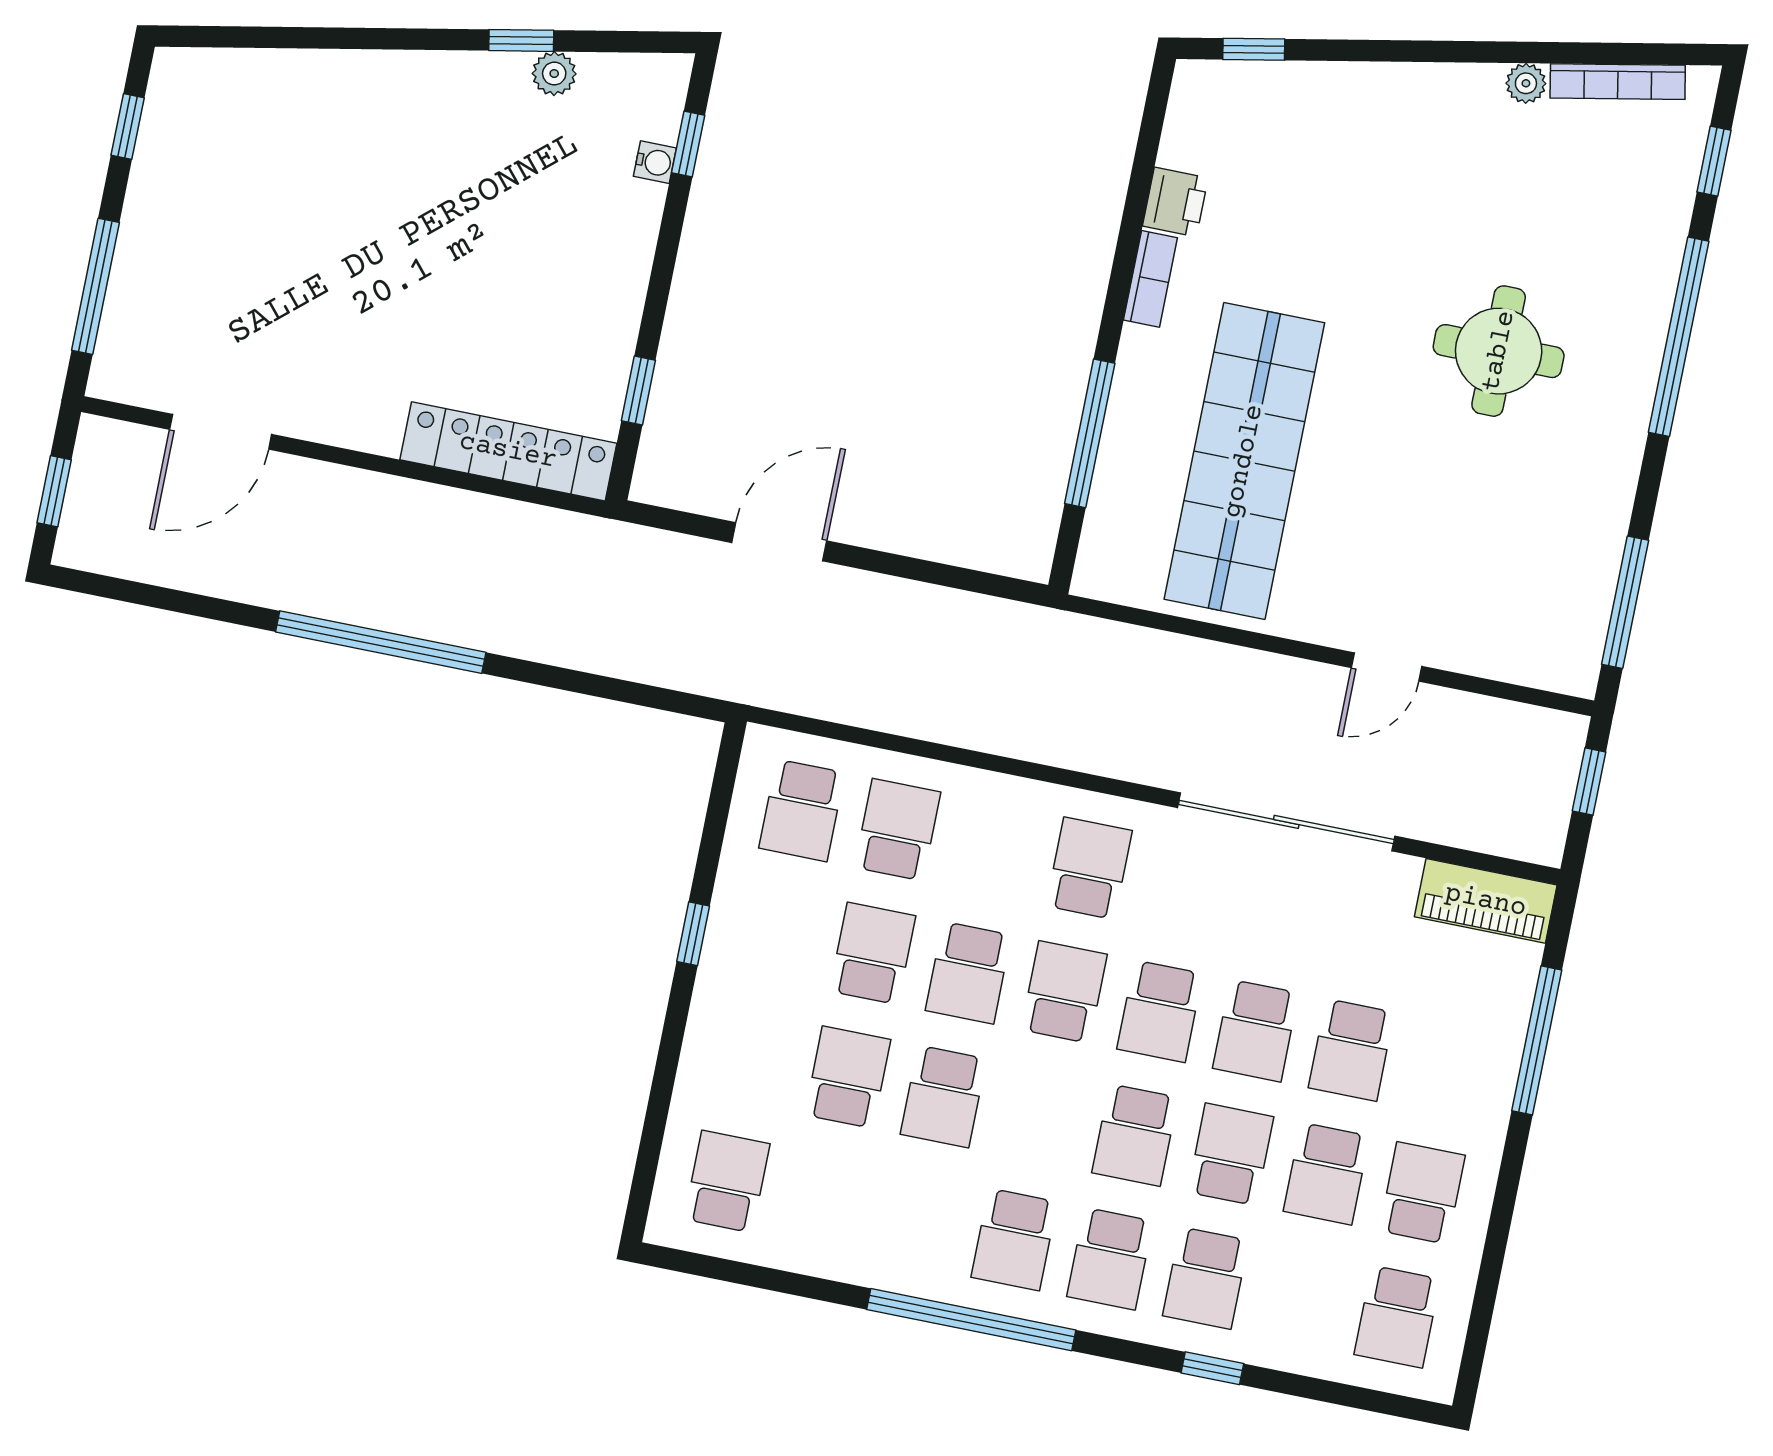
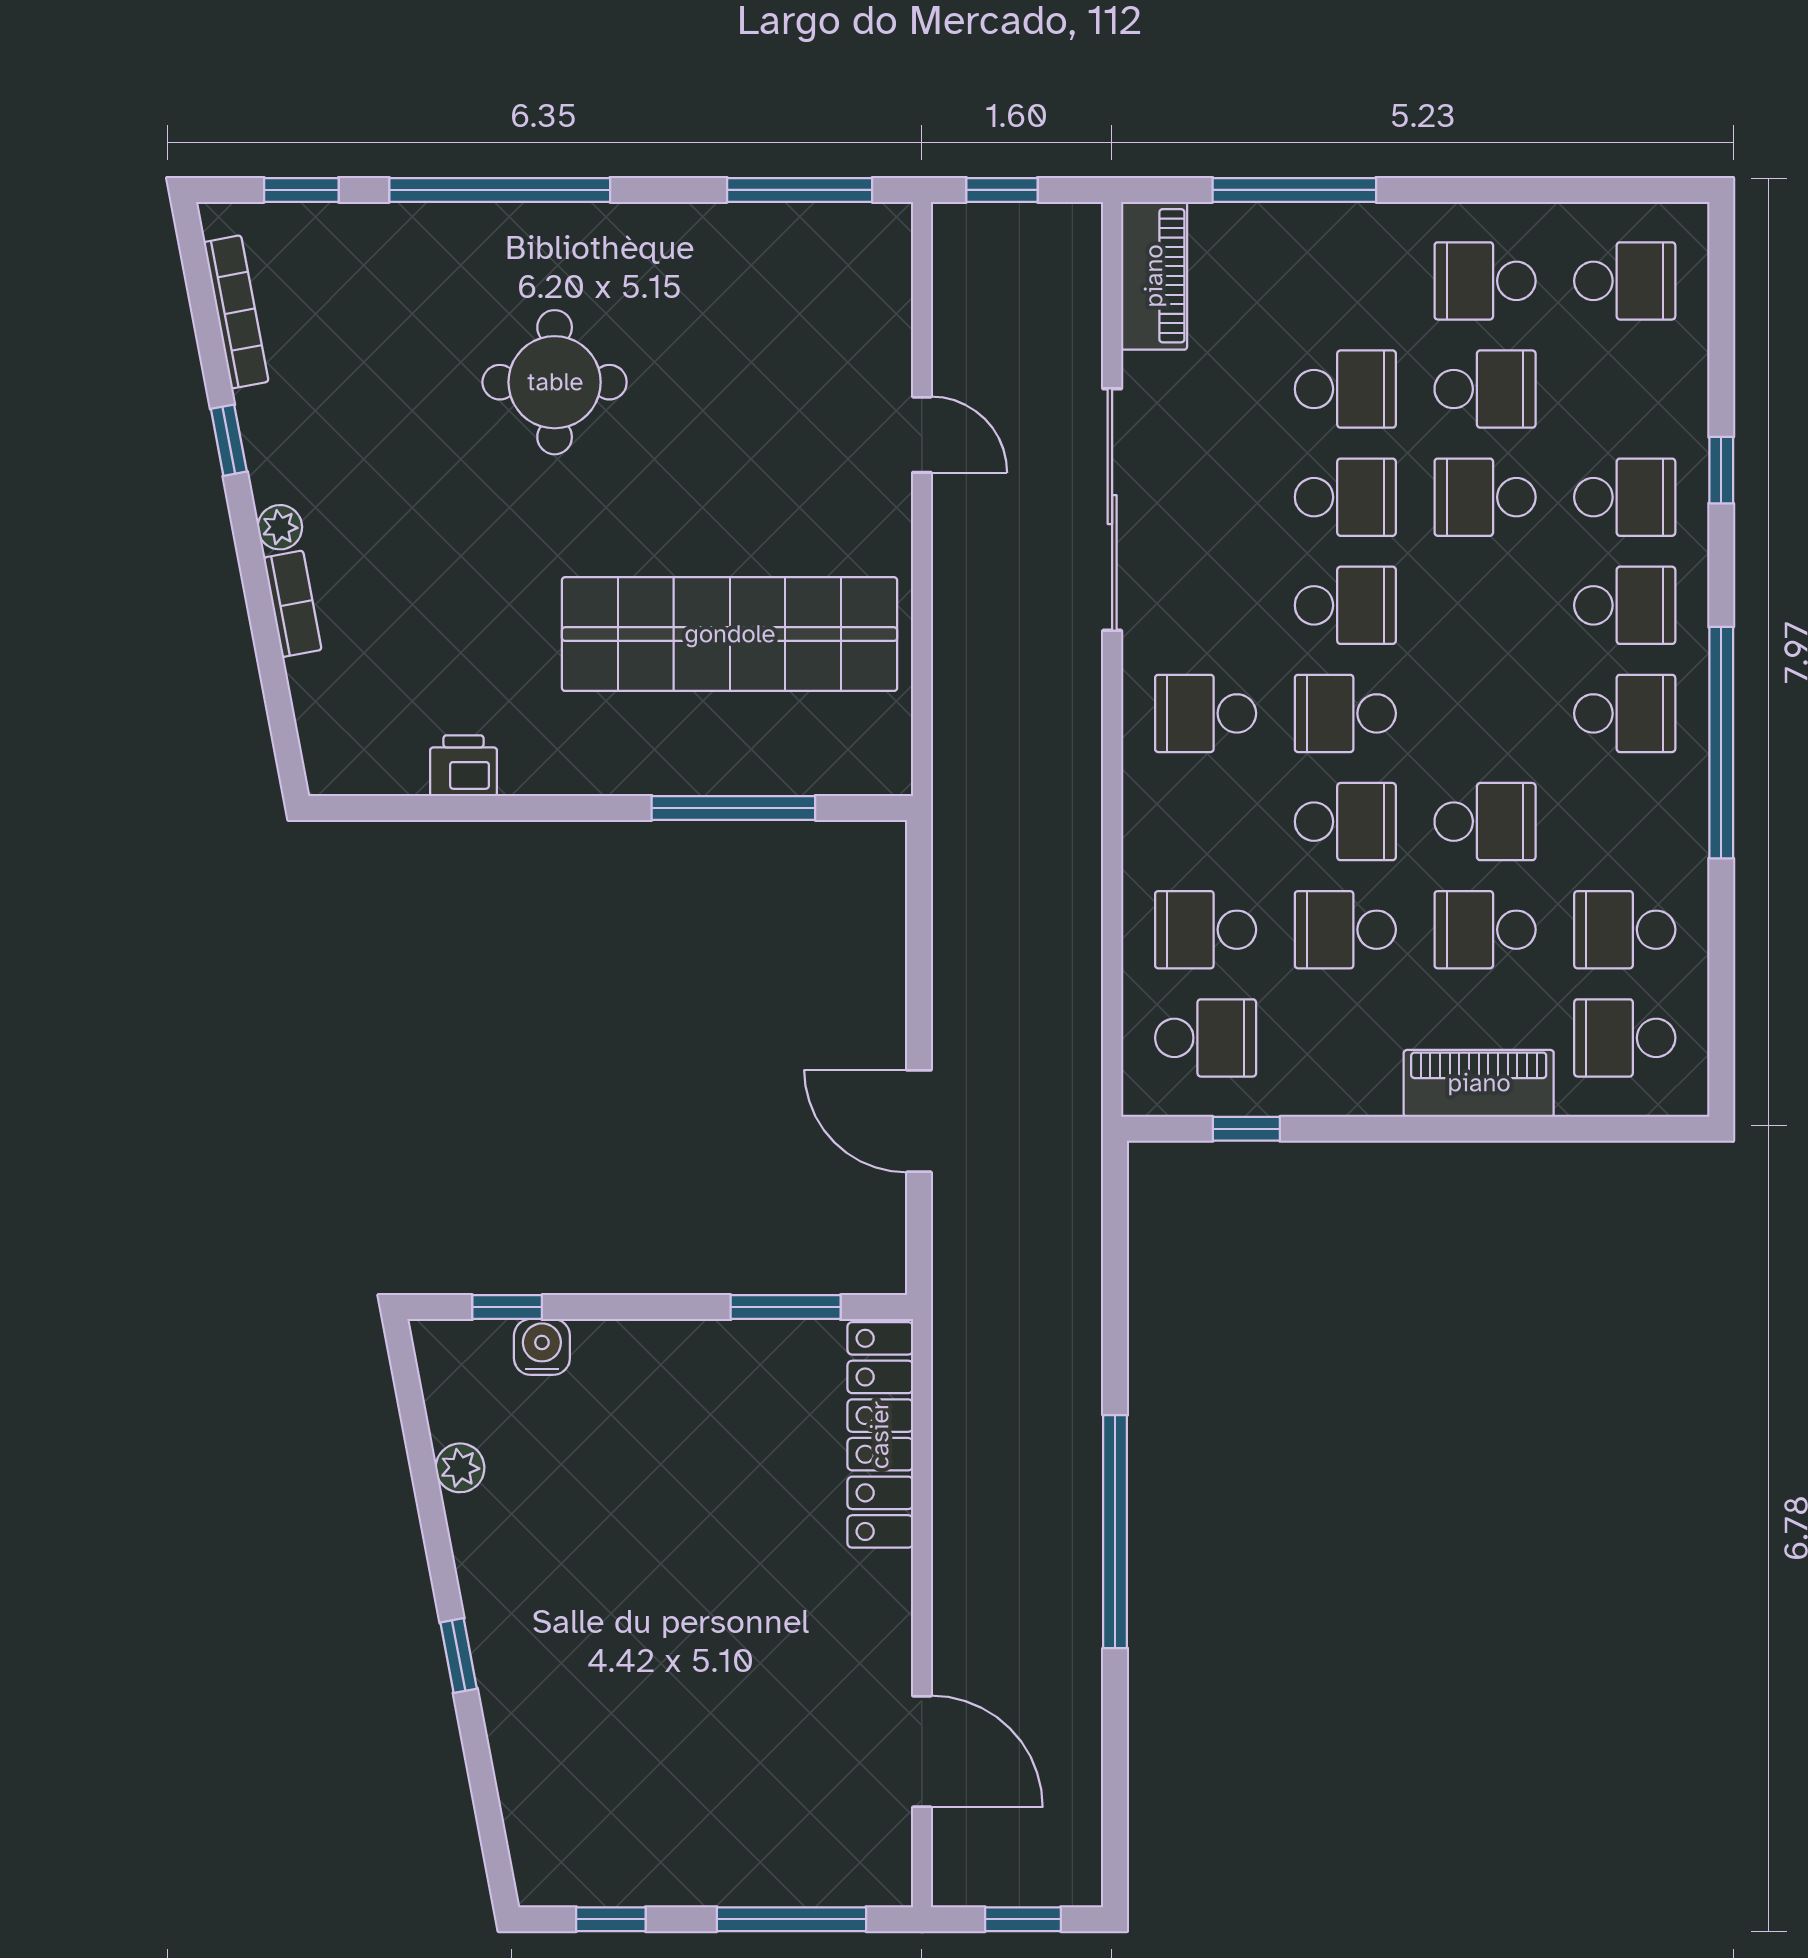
window: (521, 40) -> (459, 1656), moved
window: (1254, 49) -> (229, 440), moved
plant: (1526, 83) -> (280, 527), moved
water cooler: (655, 162) -> (542, 1347), width x1.38, depth x1.38
bookcase: (1150, 279) -> (292, 604), moved, turned 79
window: (638, 390) -> (786, 1307), width x1.50
window: (693, 934) -> (1246, 1129), moved
piano: (713, 1044) -> (1479, 1083), added
school desk: (1135, 1135) -> (1625, 930), moved, turned 180

